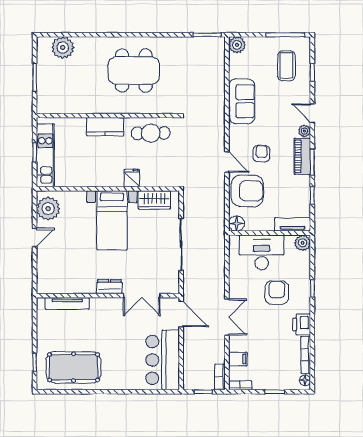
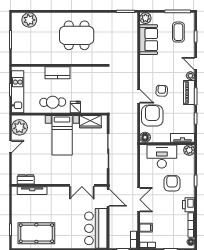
sofa: (242, 101) -> (149, 40), moved
cafe table: (151, 133) -> (53, 102), moved
armchair: (247, 191) -> (152, 116), turned -91
dresser: (109, 287) -> (26, 179), moved

